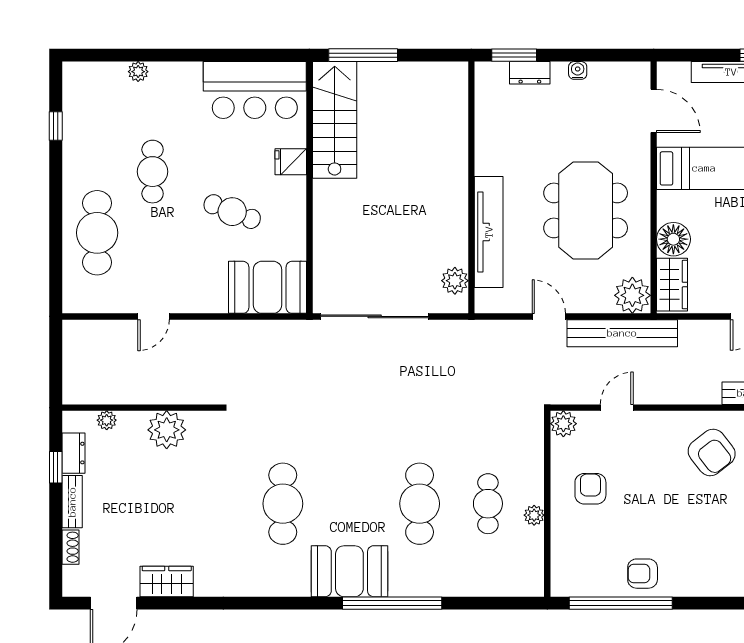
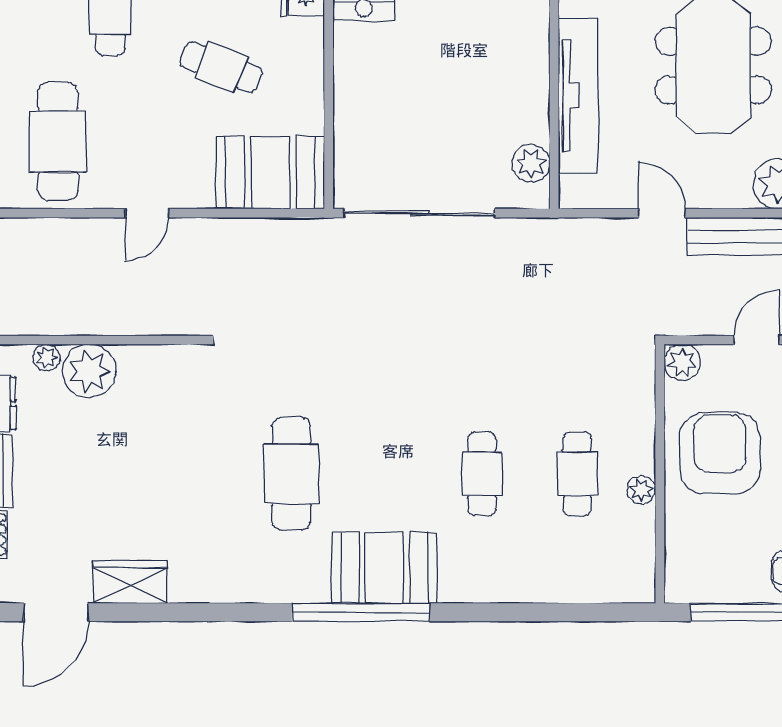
cafe table: (97, 233) -> (58, 141), moved
door: (153, 316) -> (147, 213), moved
plant: (167, 430) -> (89, 371), moved
armchair: (590, 489) -> (720, 453), width x1.88, depth x1.88
cafe table: (420, 504) -> (482, 474), width x0.73, depth x0.74
window: (392, 603) -> (361, 612), moved

